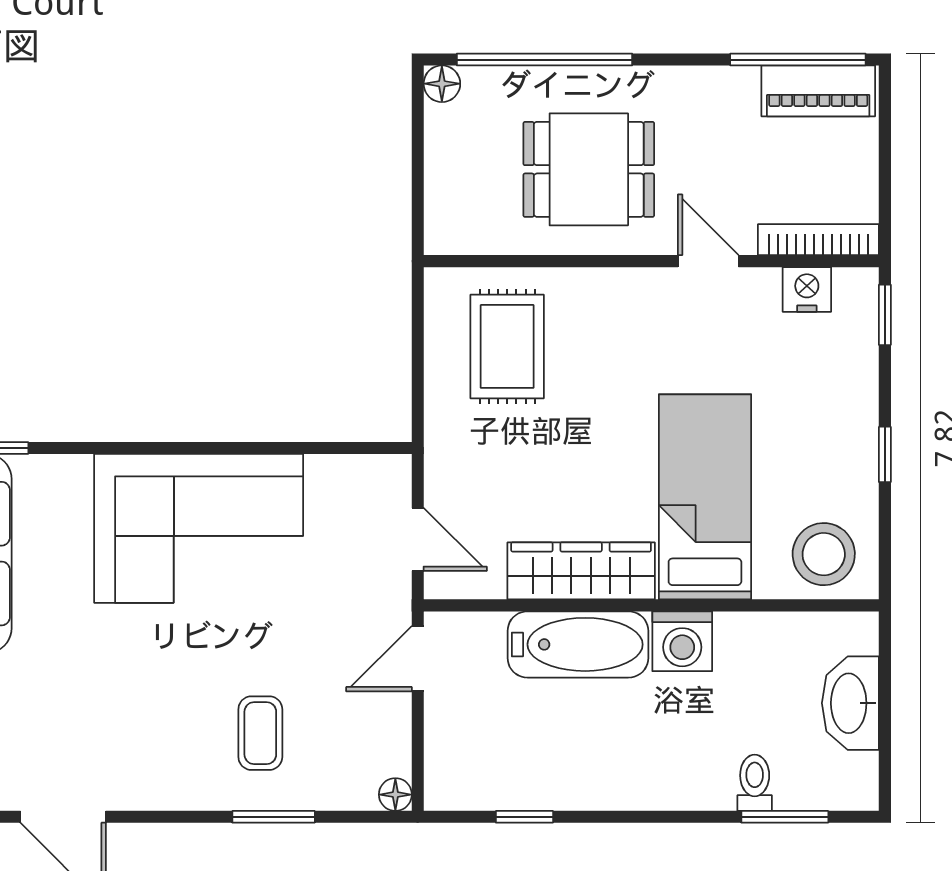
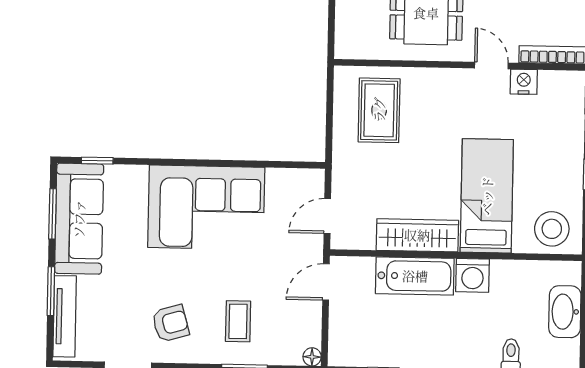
nightstand: (807, 289) -> (524, 82), moved
door: (418, 539) -> (327, 216), swing flipped
armchair: (138, 739) -> (170, 323), added

